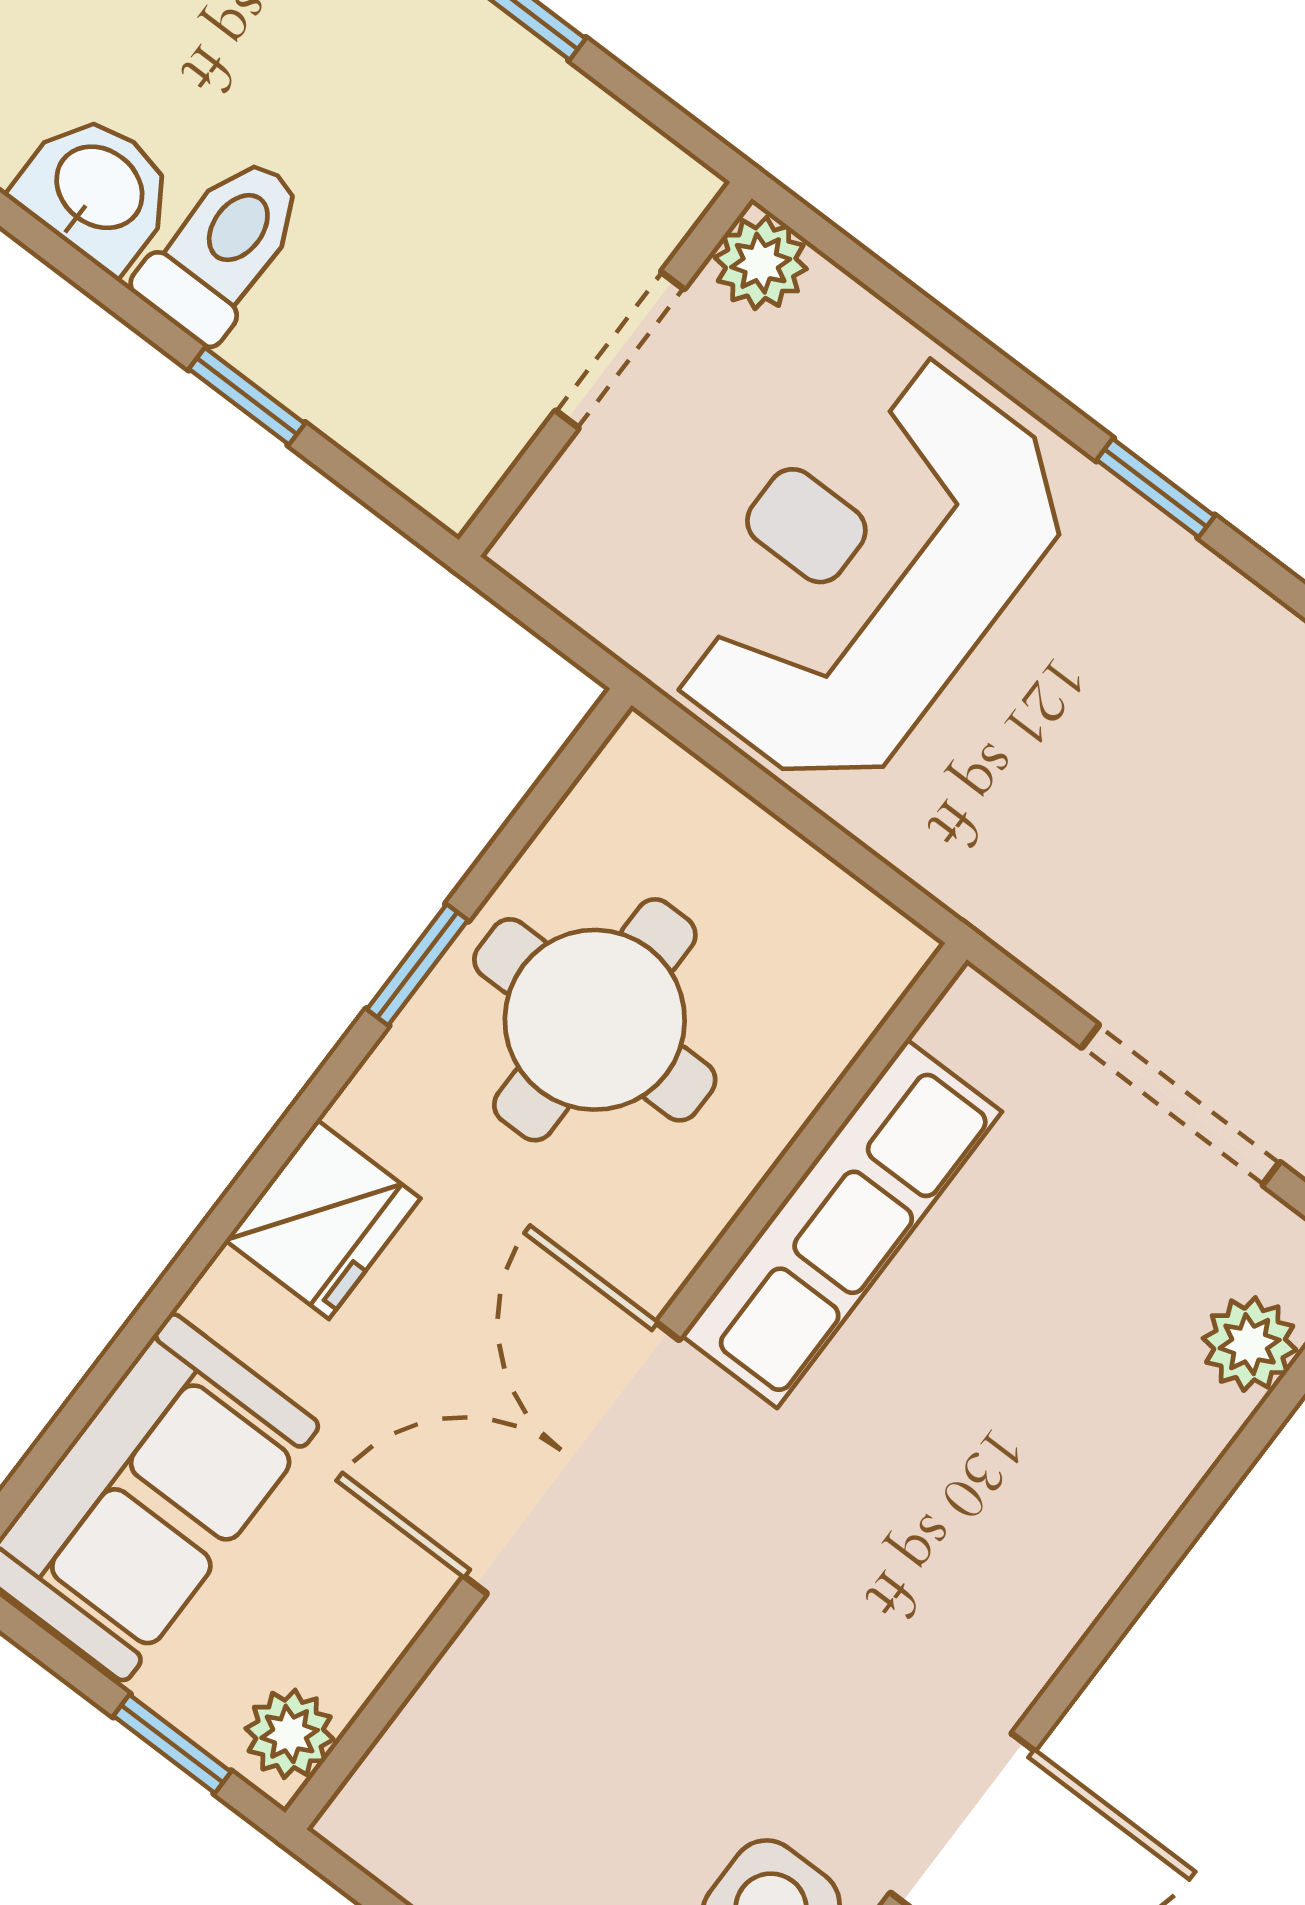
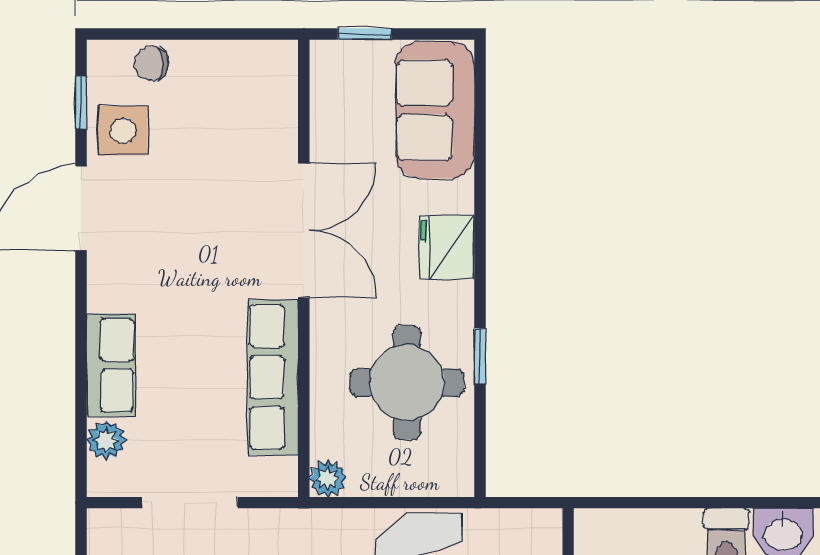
window: (247, 396) -> (681, 503), removed
row of seats: (1132, 1480) -> (111, 365), added
plant: (290, 1734) -> (328, 478), moved

